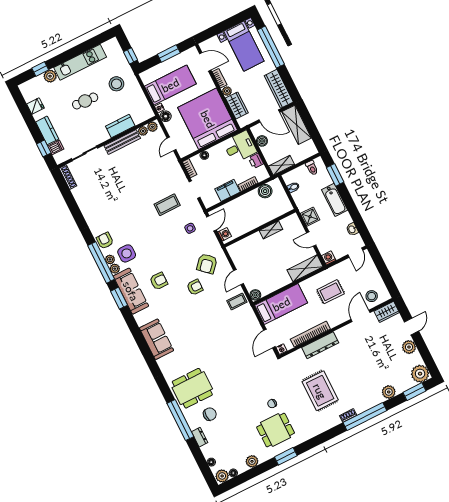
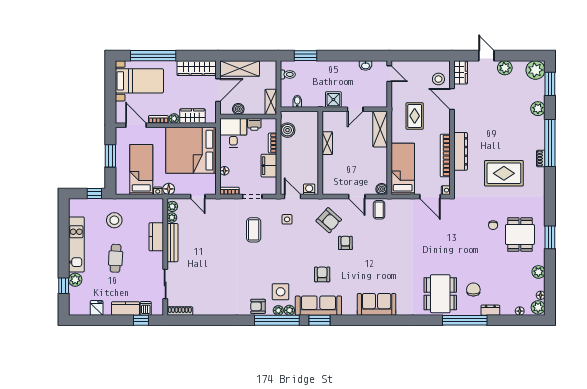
door: (205, 62) -> (136, 125), hinge flipped
bathtub: (335, 200) -> (329, 68), removed
washing machine: (329, 258) -> (382, 102), removed

